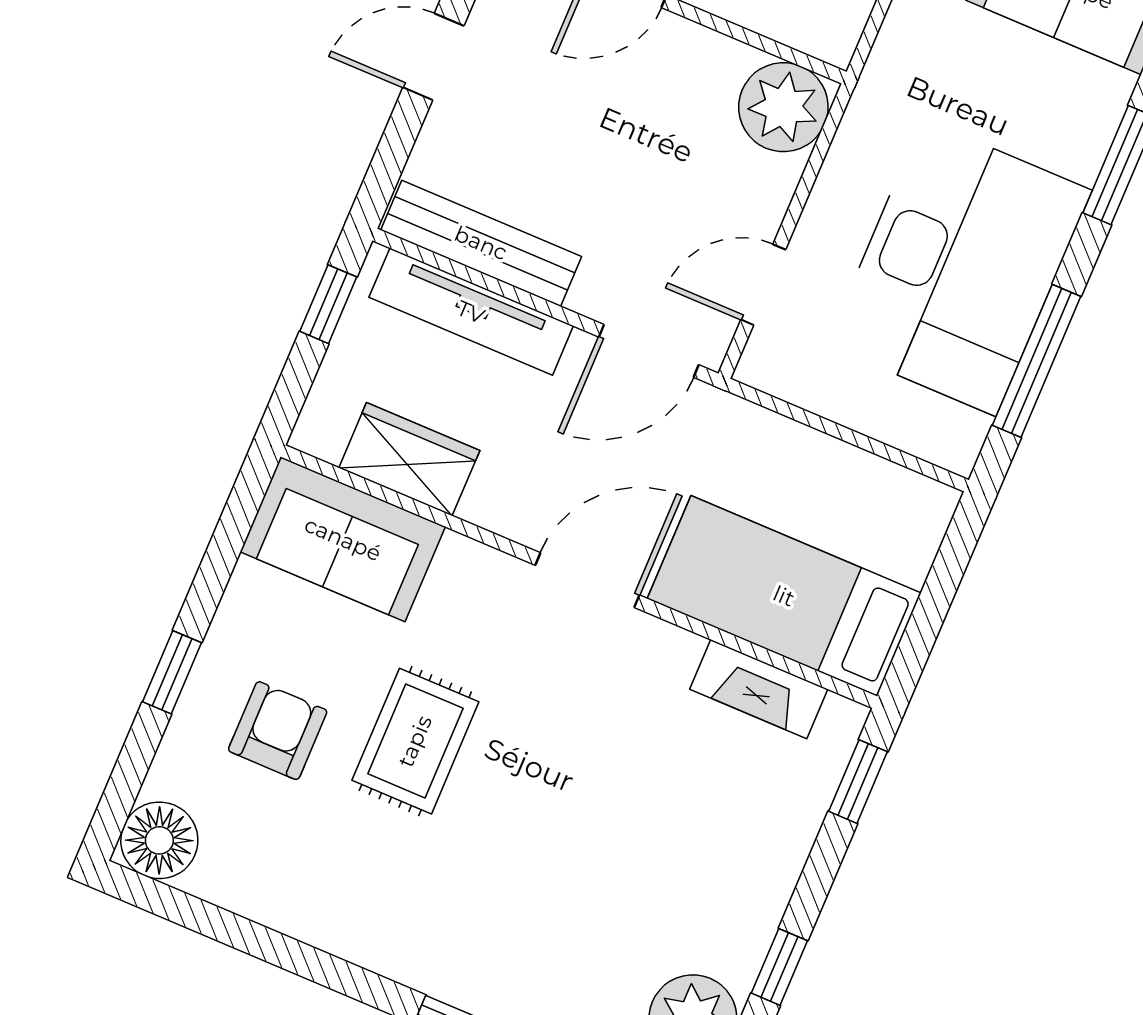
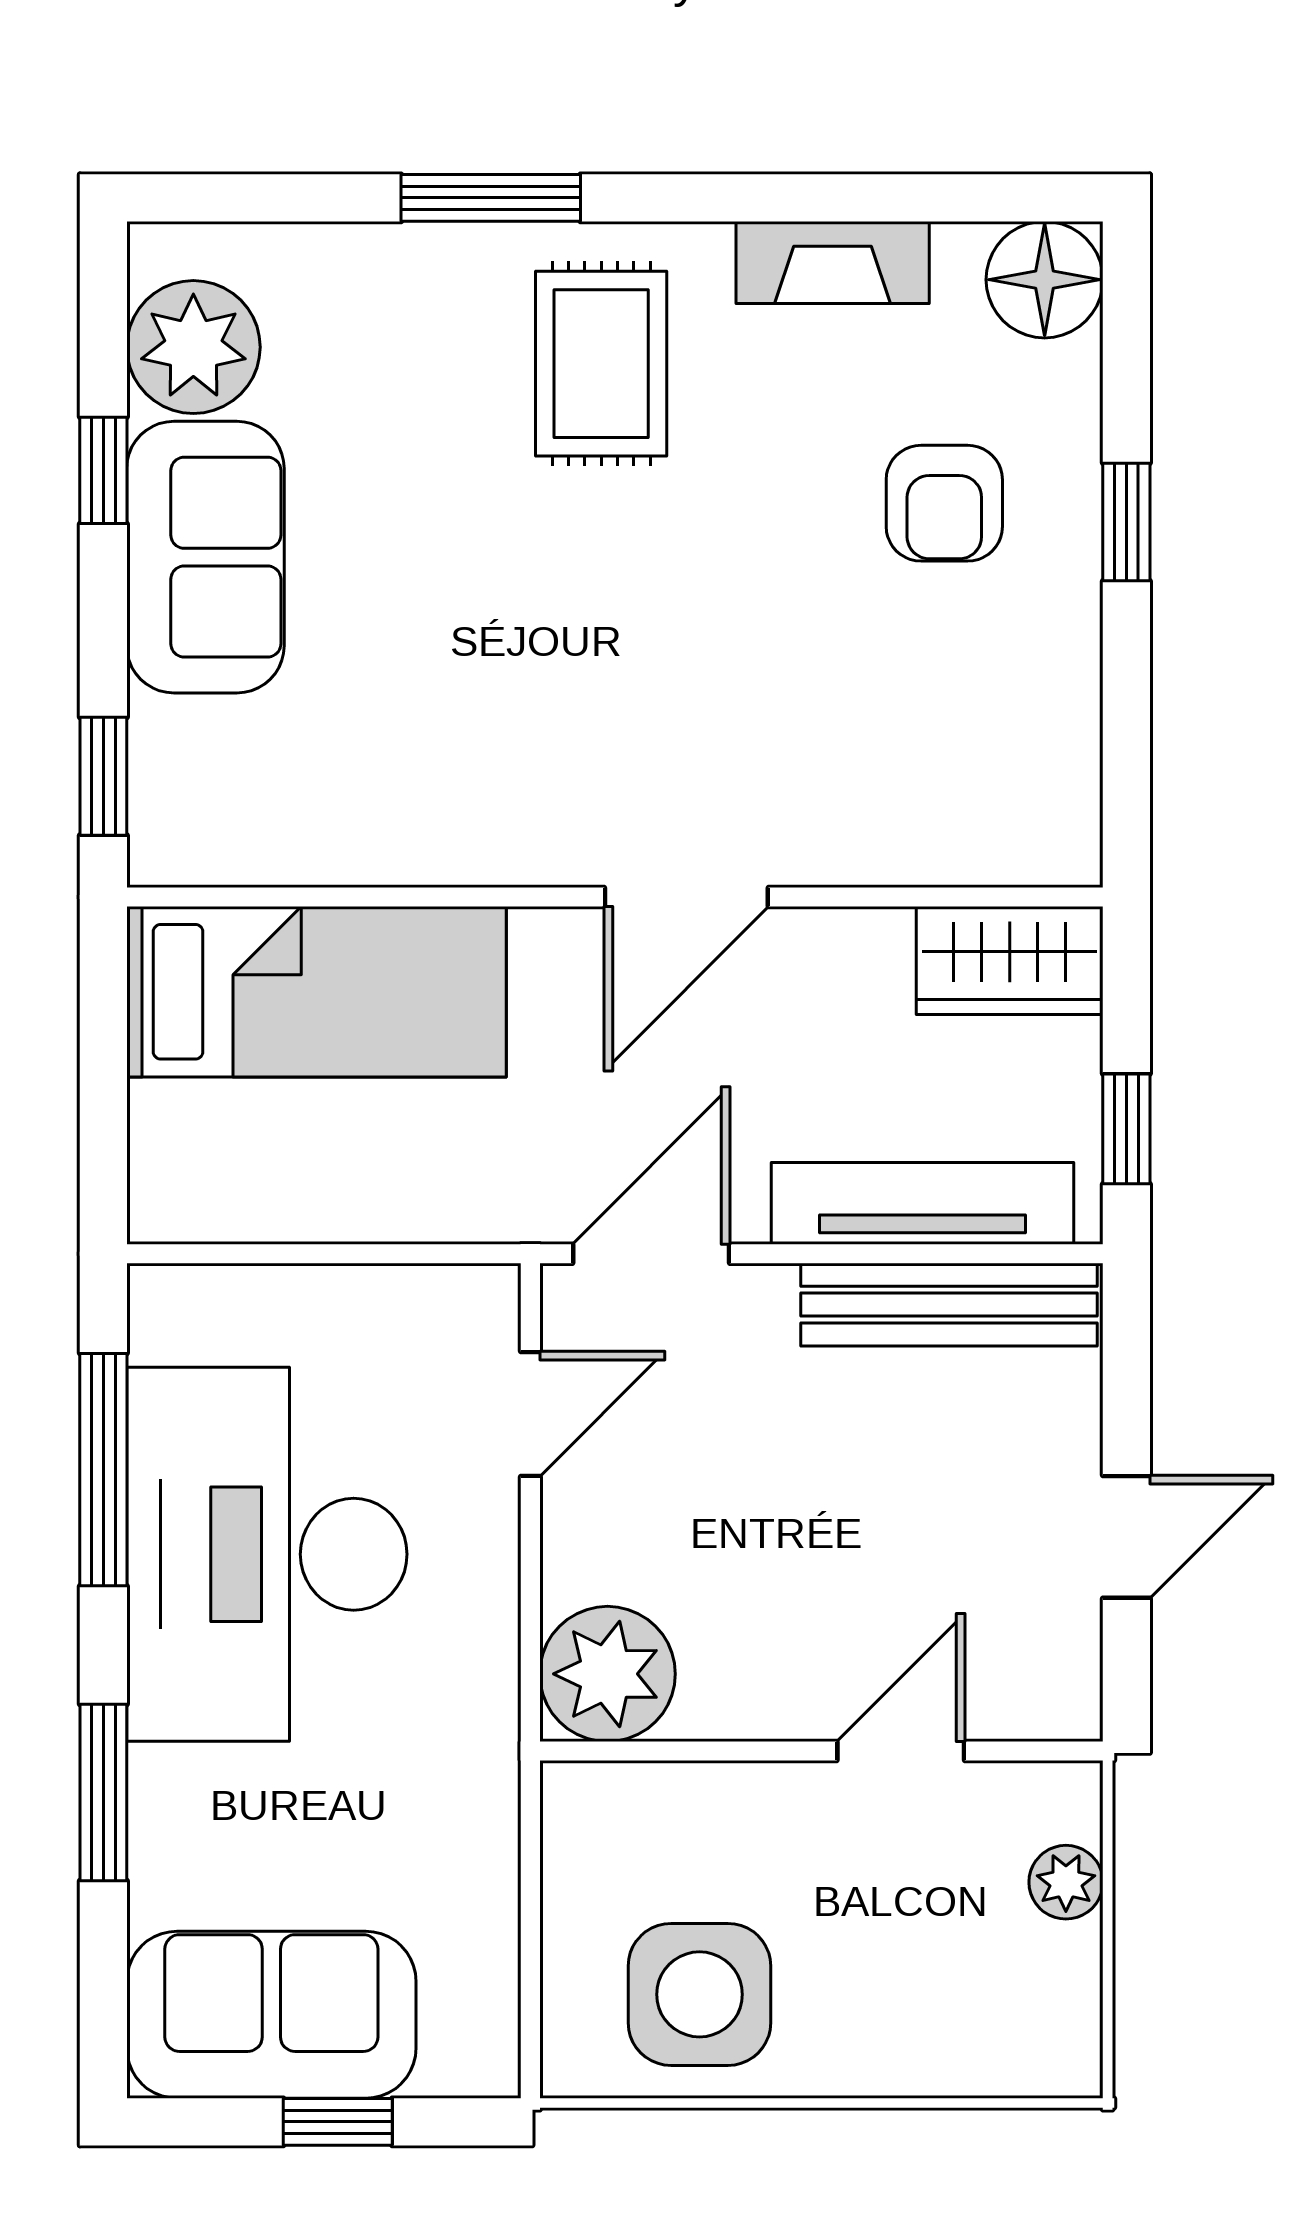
wardrobe: (409, 459) -> (1010, 961), moved
sofa: (343, 539) -> (205, 557), moved, turned 90
door: (587, 580) -> (686, 897), moved
fireplace: (759, 689) -> (833, 262), moved, turned 180
rug: (415, 741) -> (601, 364), moved

